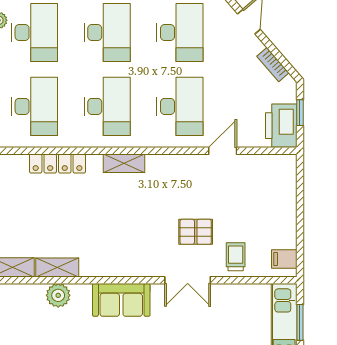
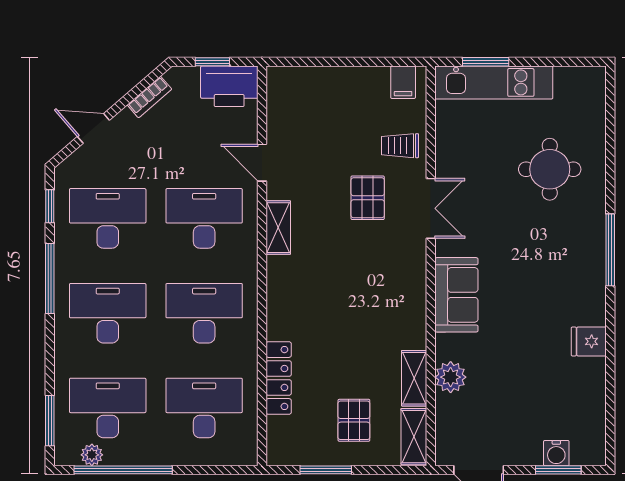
shelving: (124, 163) -> (278, 228), moved
pallet: (25, 221) -> (354, 420), added

